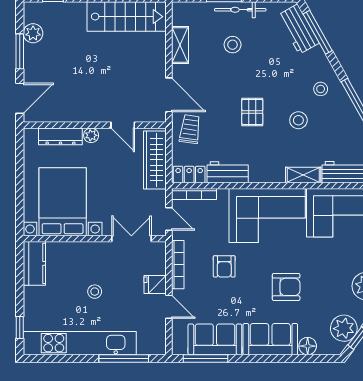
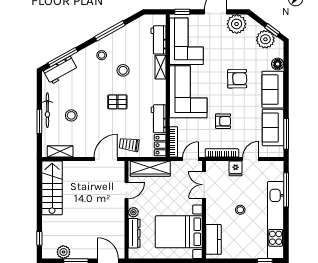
shelving: (180, 45) -> (60, 151), moved
kitchen counter: (34, 263) -> (213, 239), moved, turned 90
armchair: (286, 287) -> (237, 79), turned 89

